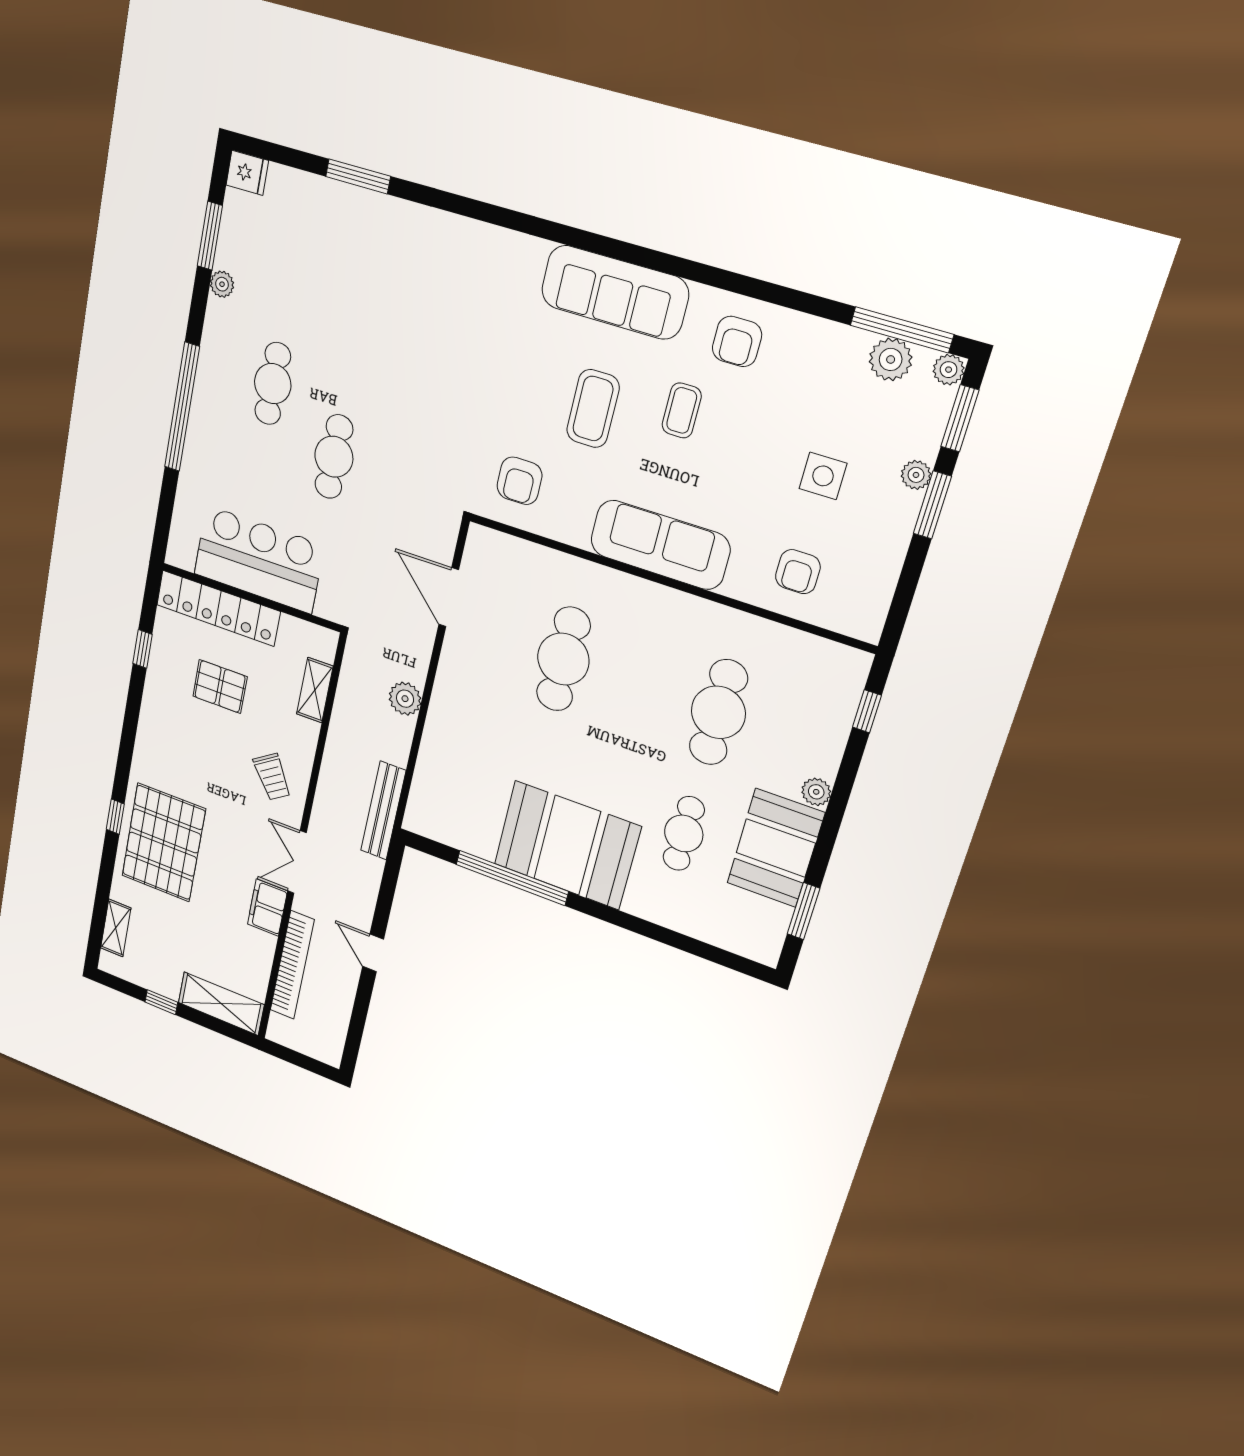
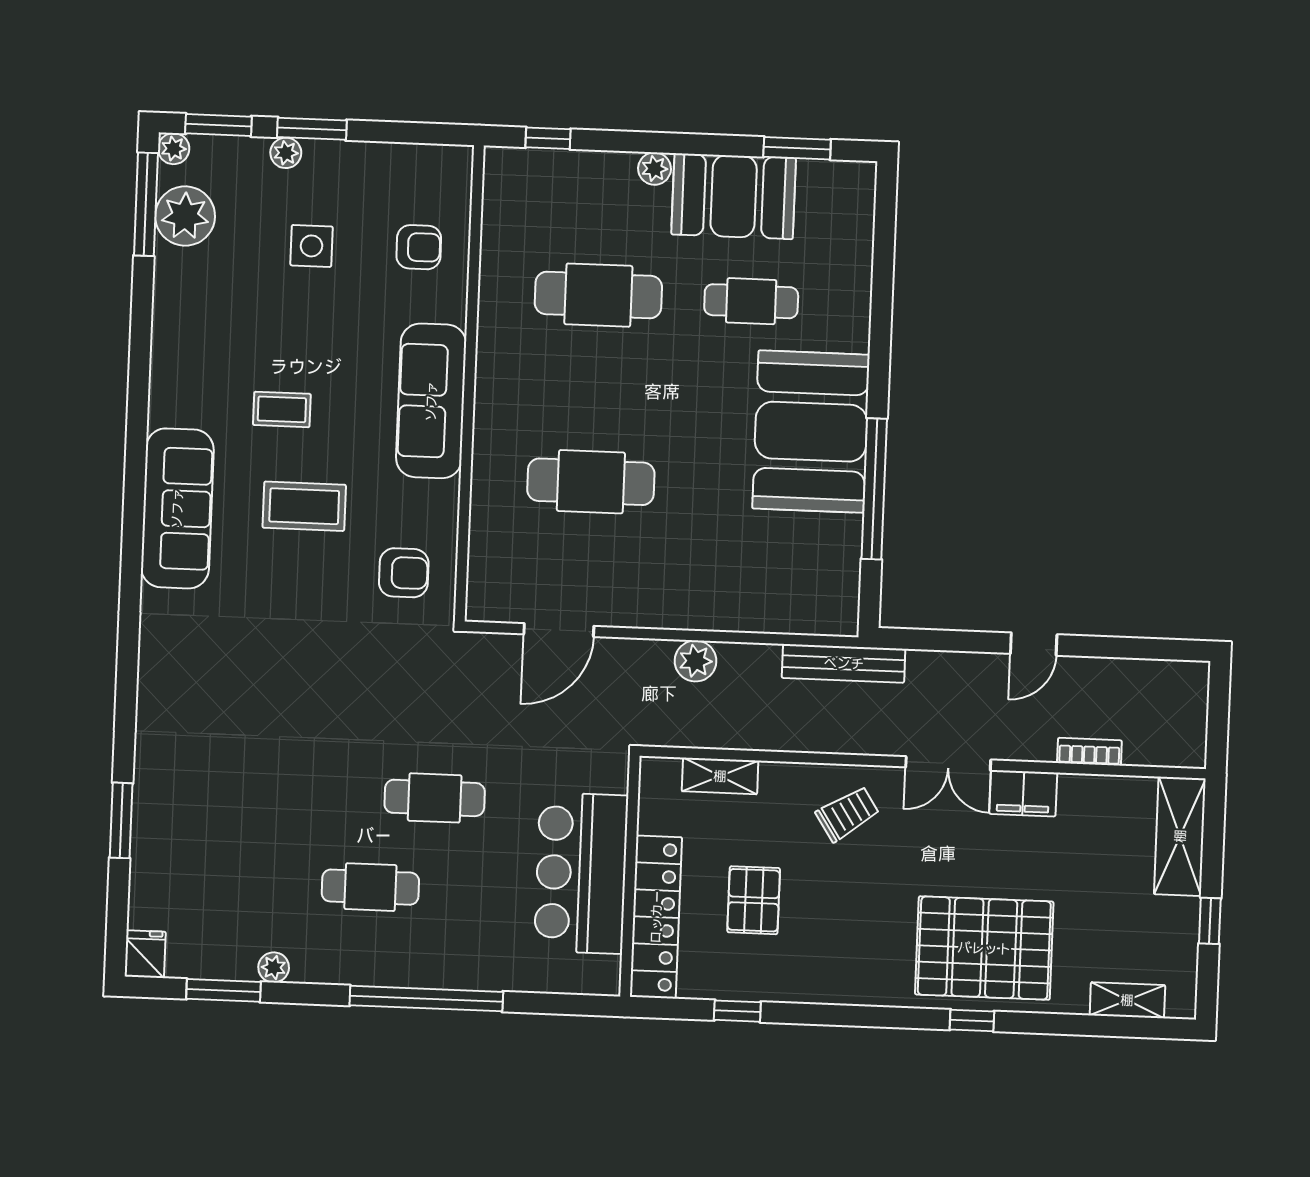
armchair: (737, 341) -> (197, 368), removed
plant: (891, 359) -> (185, 216), width x1.36, depth x1.36
bookcase: (292, 965) -> (1089, 752), width x0.43, depth x0.76

